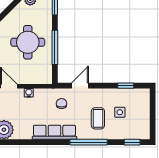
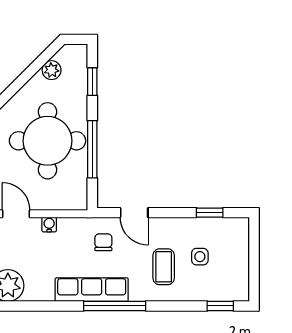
round table: (28, 42) -> (47, 141), width x1.36, depth x1.36
door: (80, 86) -> (134, 213), swing flipped
window: (89, 142) -> (115, 306), moved

